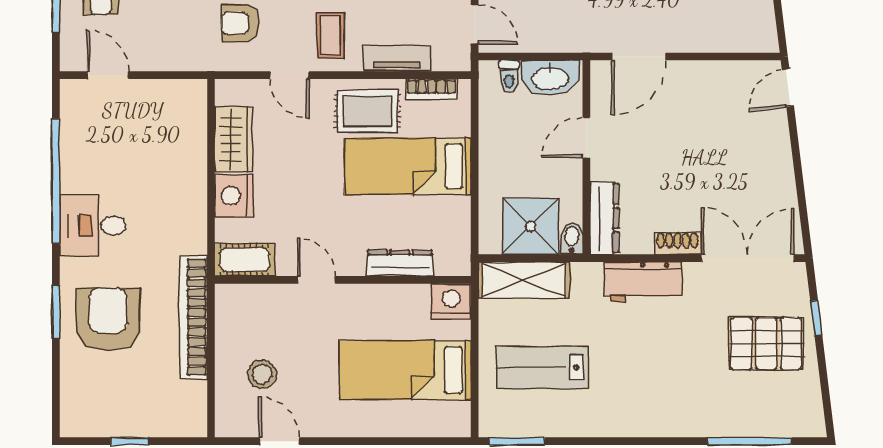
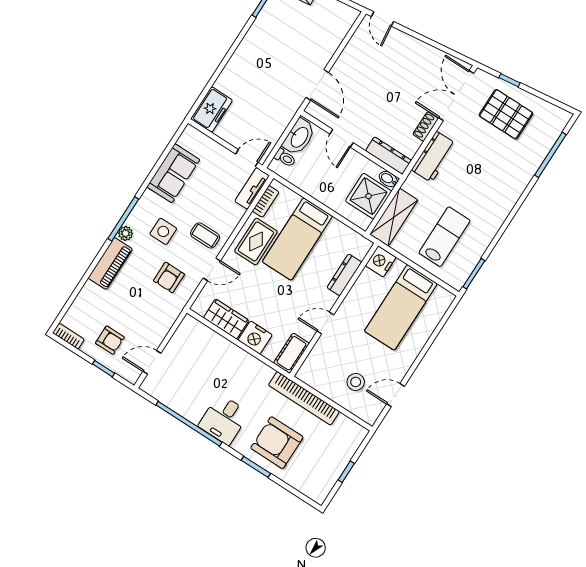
tv unit: (397, 59) -> (252, 188), moved
pallet: (766, 343) -> (506, 114), turned 90
lab bench: (542, 368) -> (444, 237), turned 180

